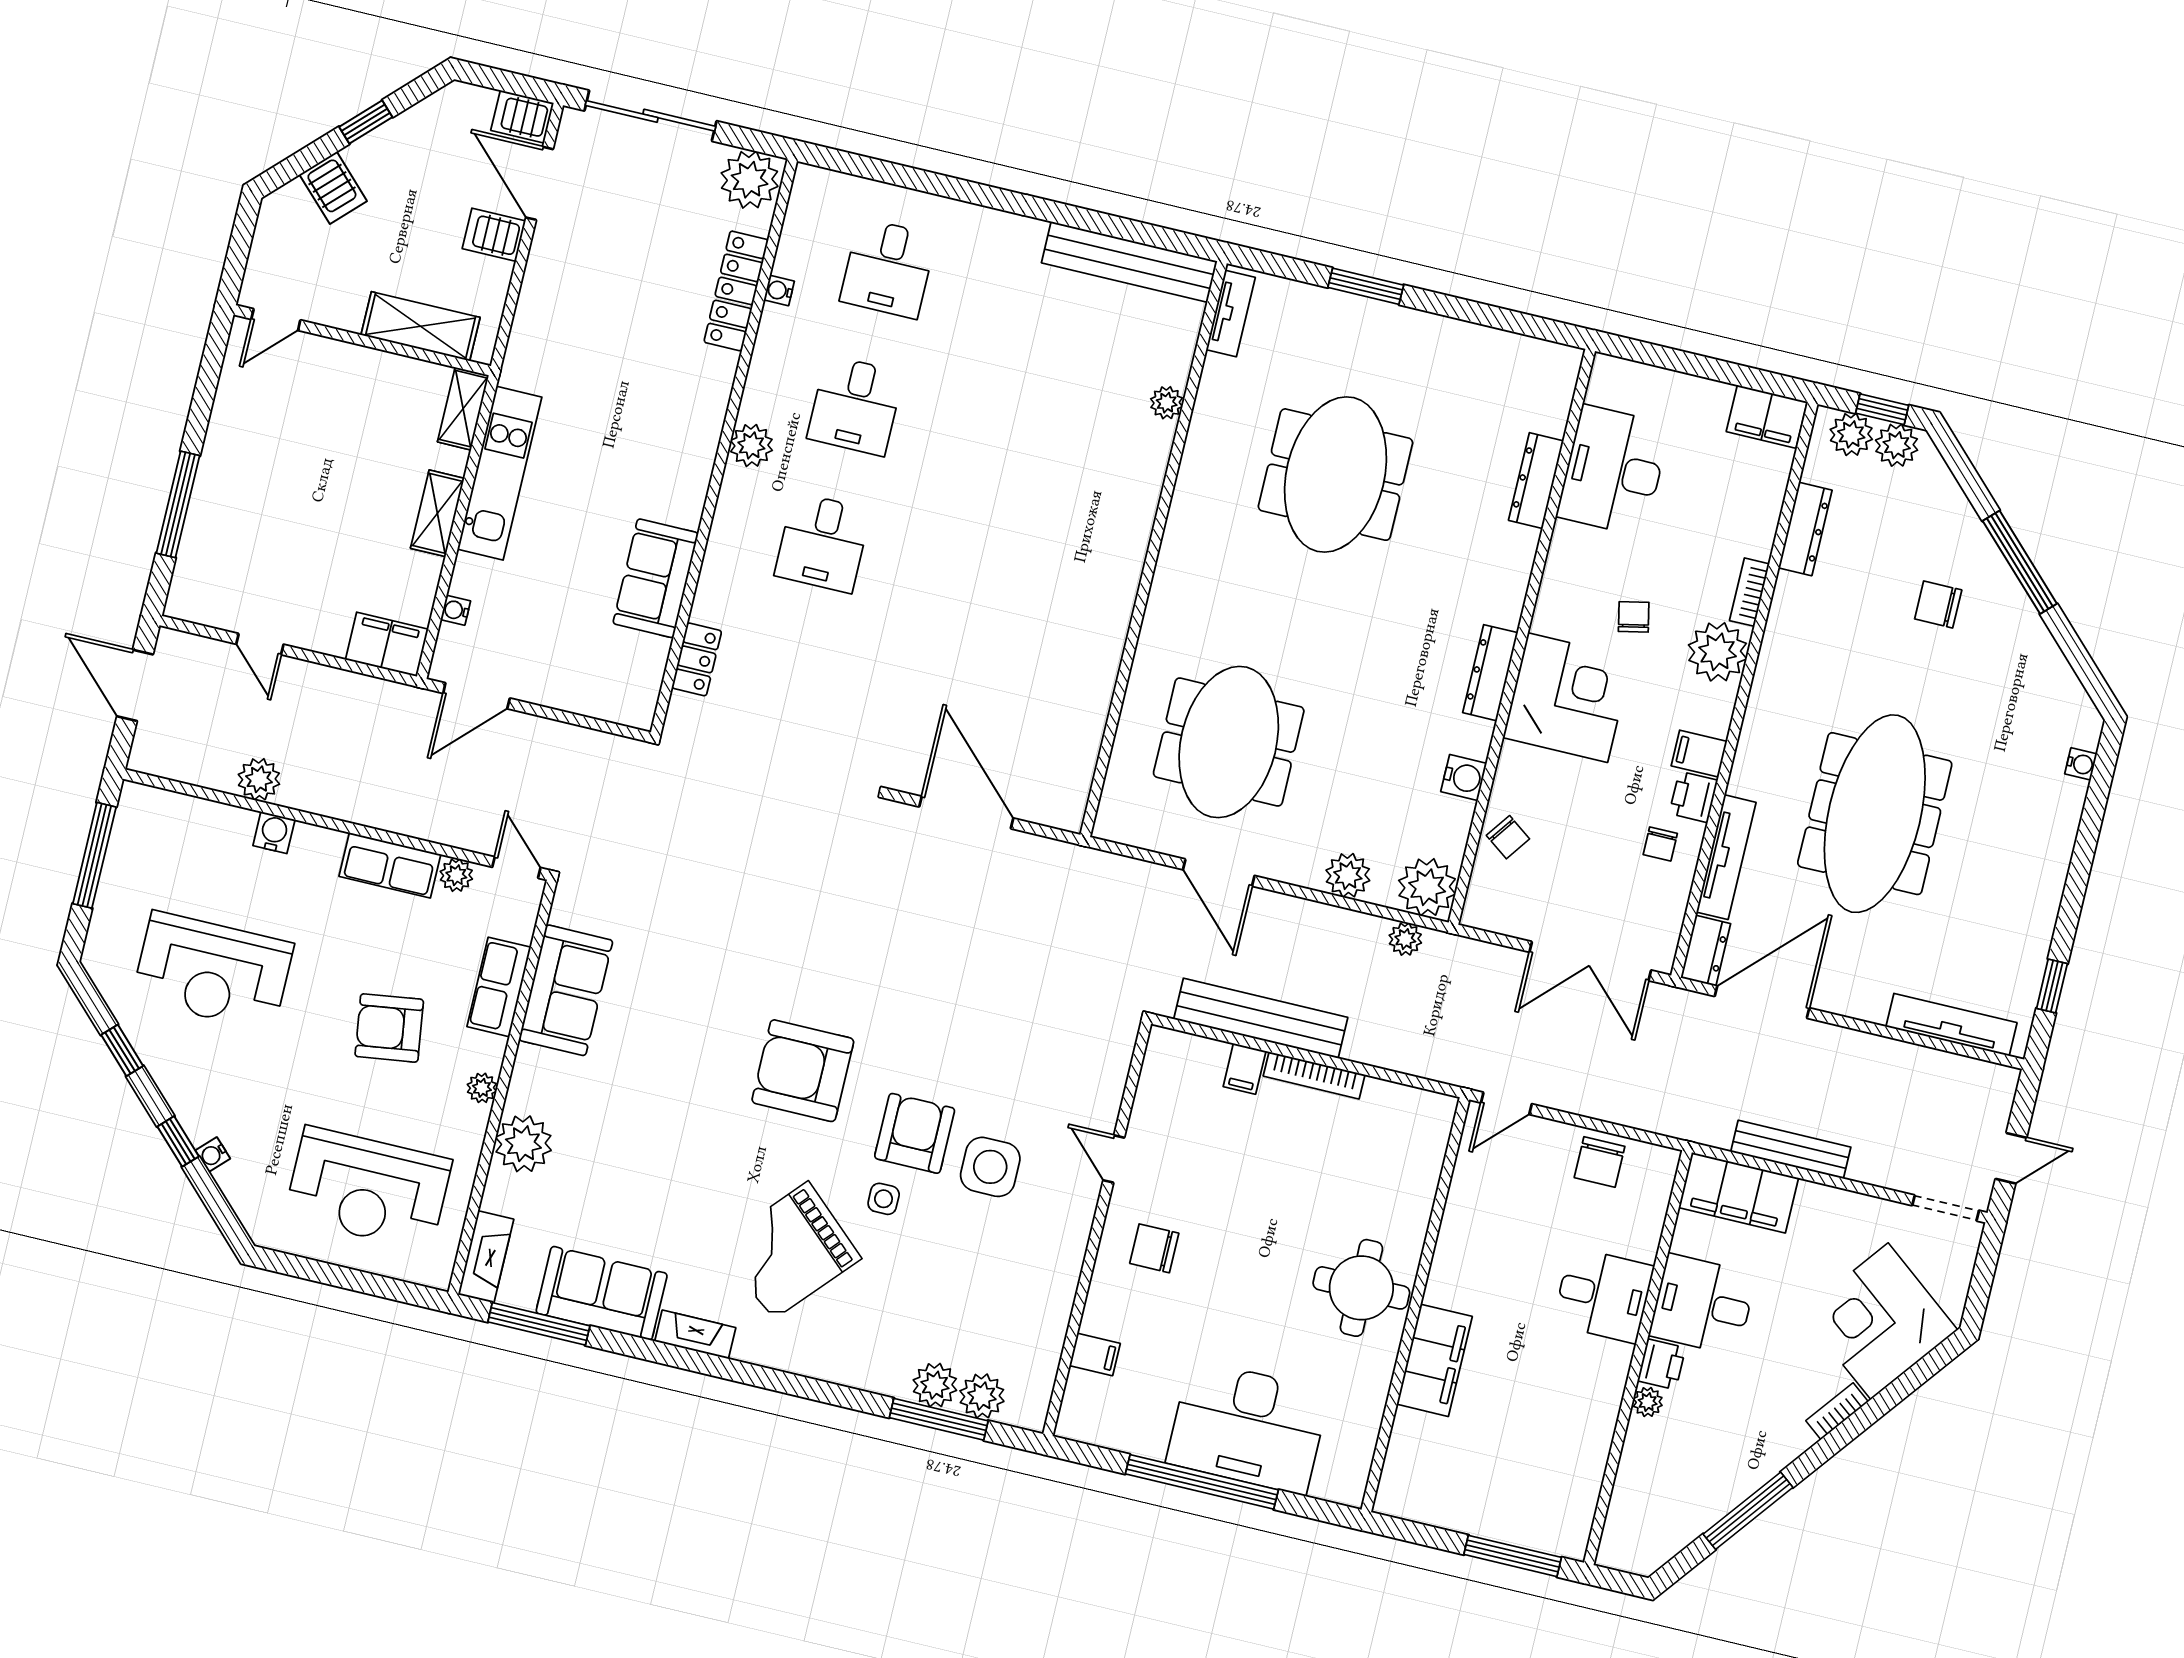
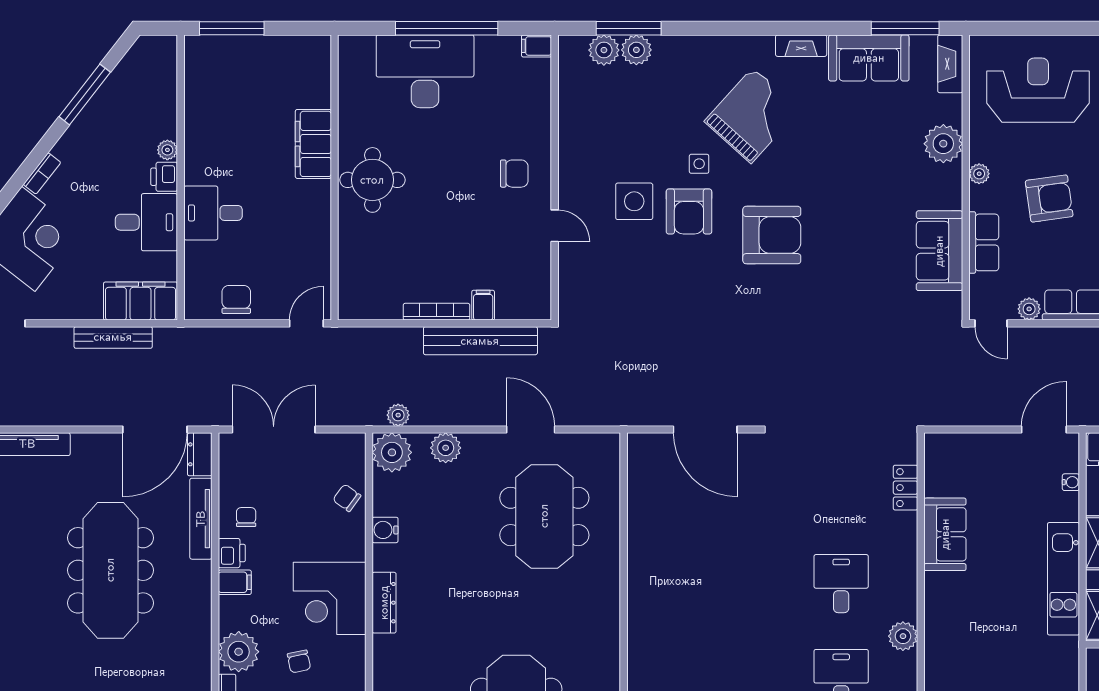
filing cabinet: (1095, 1354) -> (537, 46), moved

